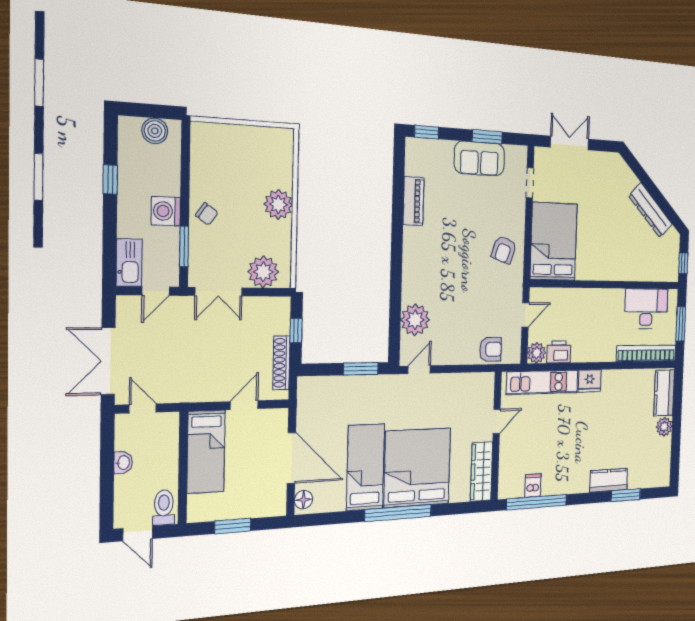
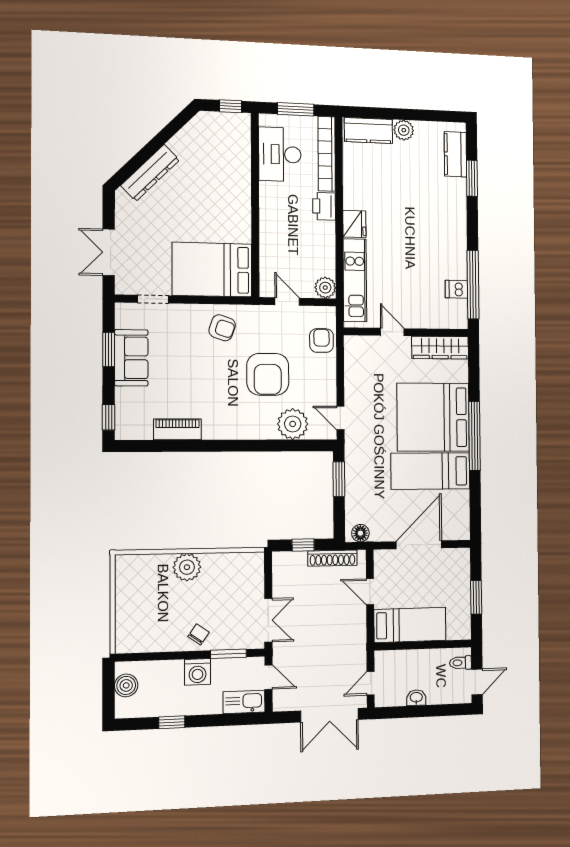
dresser: (651, 210) -> (150, 173), moved
plant: (263, 272) -> (250, 579), removed
armchair: (462, 295) -> (268, 374), added
printer: (559, 352) -> (324, 206), moved
kitchen counter: (609, 480) -> (455, 154), moved
floor lamp: (304, 500) -> (360, 533), moved
toilet: (164, 507) -> (460, 663), width x0.73, depth x0.72

